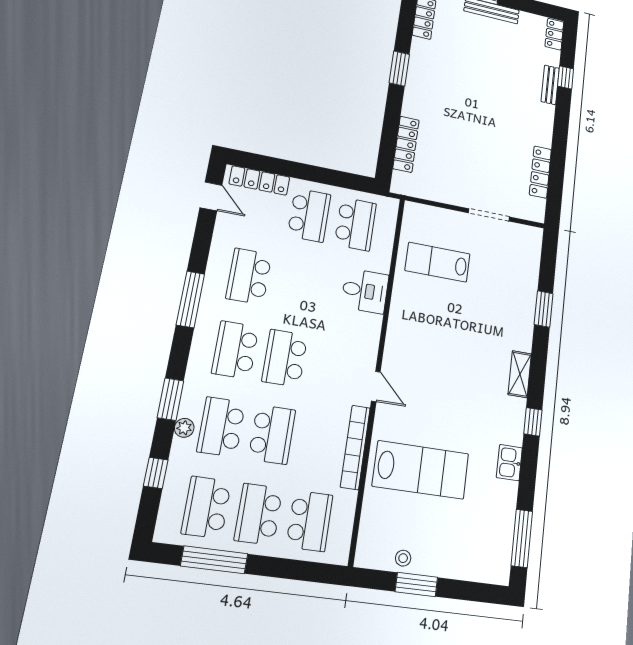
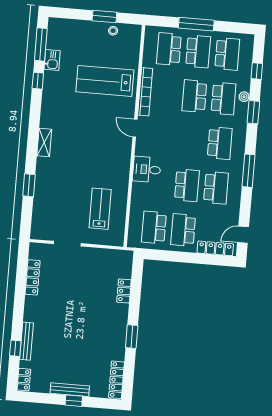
bench: (550, 85) -> (27, 341), width x1.36
locker: (406, 144) -> (124, 291), width x0.66
door: (211, 196) -> (243, 235), hinge flipped
lab bench: (438, 262) -> (100, 209), turned -90
desk: (365, 291) -> (147, 170), moved
school desk: (285, 358) -> (187, 185), moved
window: (533, 422) -> (38, 81), moved
kitchen sink: (509, 463) -> (52, 60), moved
window: (214, 560) -> (196, 24), moved

